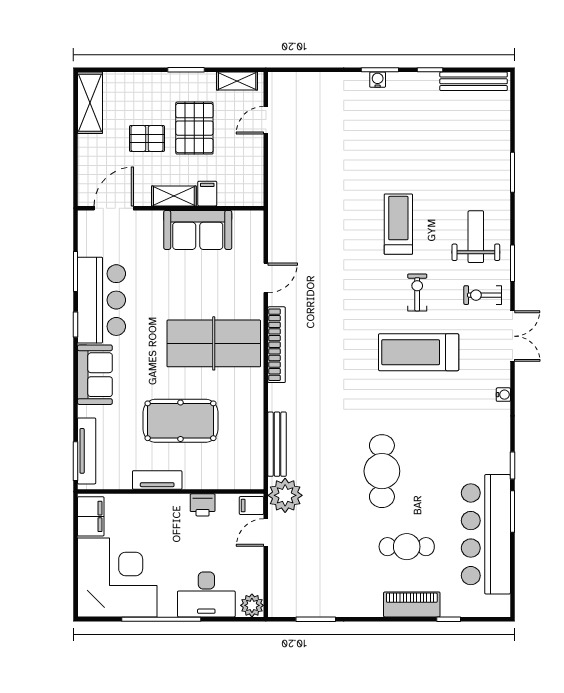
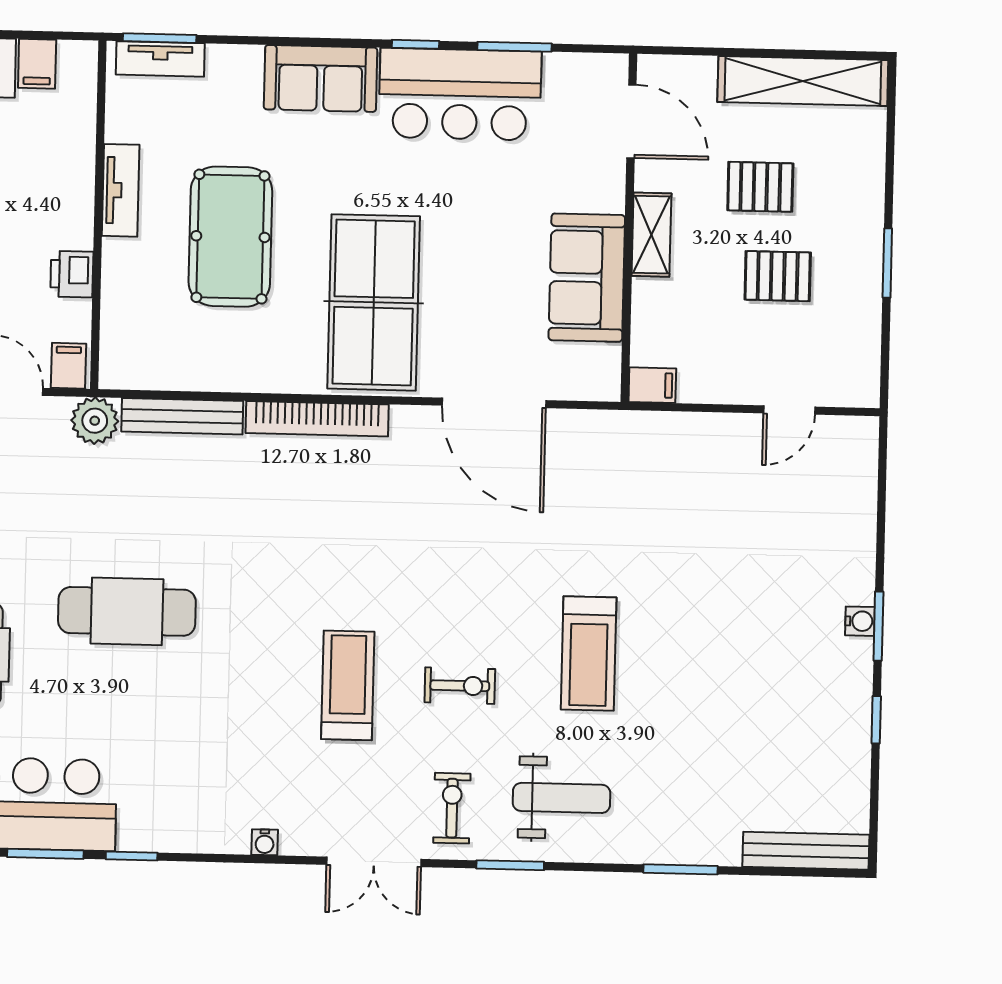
shelving: (237, 81) -> (864, 358), removed
bench: (474, 81) -> (806, 851), moved, turned 90
shelving: (90, 103) -> (803, 81), width x1.47
door: (266, 120) -> (789, 410), swing flipped
pallet: (194, 128) -> (778, 276), width x0.67, depth x0.71
pallet: (147, 138) -> (760, 187), turned 90
filing cabinet: (207, 194) -> (652, 385), moved
treadmill: (398, 224) -> (589, 653), turned 90
door: (266, 278) -> (494, 403), width x1.88
bookcase: (277, 345) -> (317, 419), moved
treadmill: (419, 352) -> (348, 685), width x0.73, depth x0.73
tv unit: (87, 451) -> (160, 59), width x0.71
plant: (285, 495) -> (95, 421), width x0.73, depth x0.73
filing cabinet: (91, 516) -> (37, 64), width x0.50

